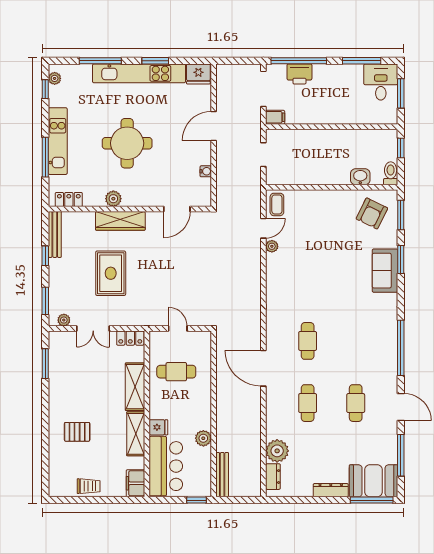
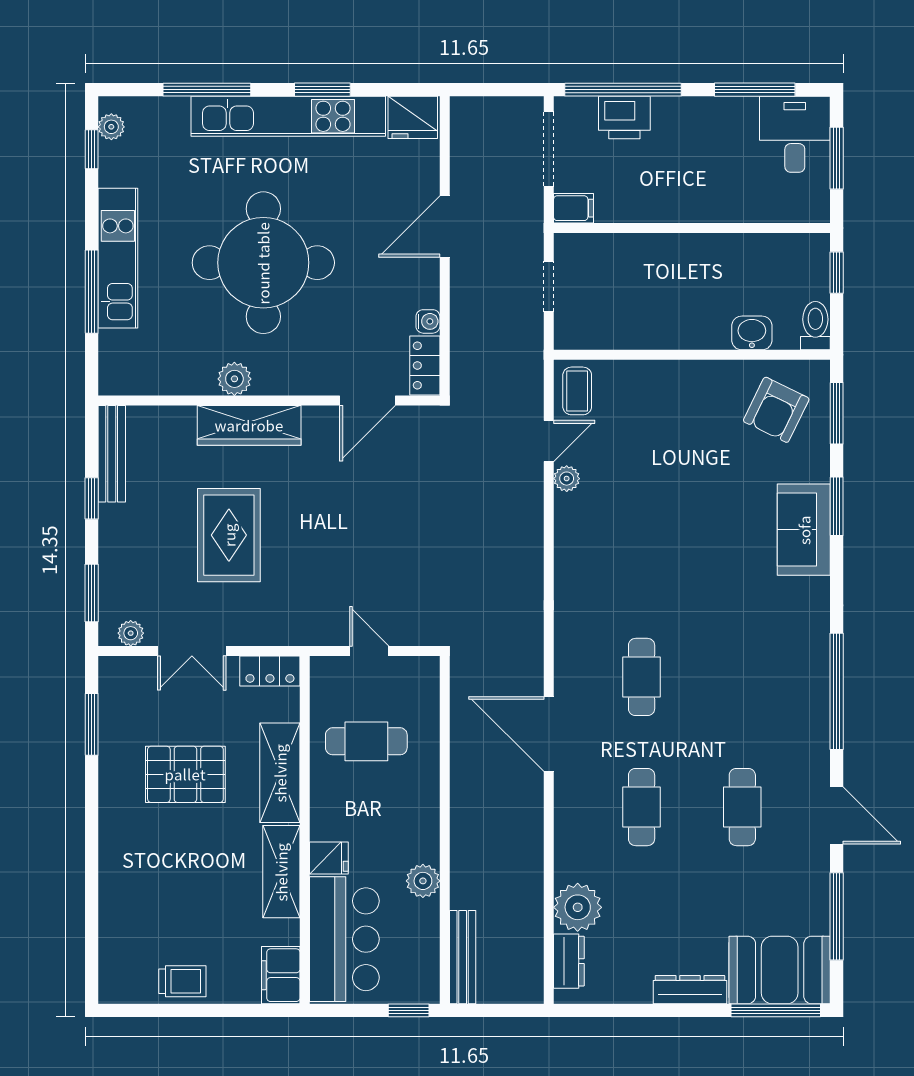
round table: (127, 143) -> (263, 263), width x1.36, depth x1.36
locker: (69, 199) -> (425, 365), moved, turned -90
pallet: (77, 432) -> (185, 774), moved, width x1.50, depth x1.42

